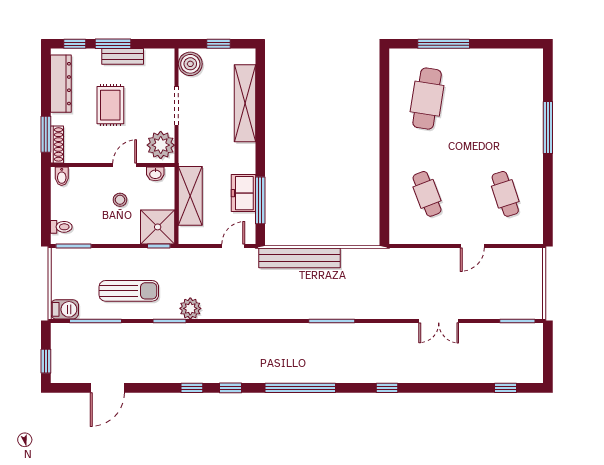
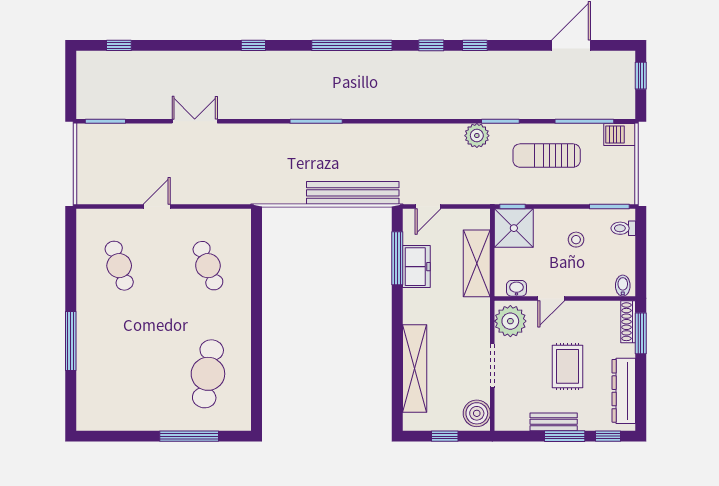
stool: (120, 200) -> (576, 240), moved

